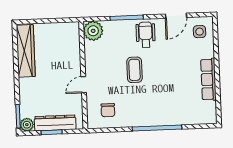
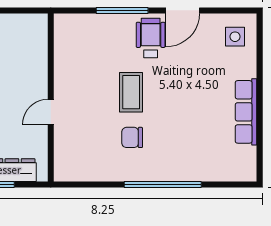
door: (176, 16) -> (183, 10), moved
plant: (93, 31) -> (69, 29), removed
chair: (108, 110) -> (132, 137), moved, turned 90

